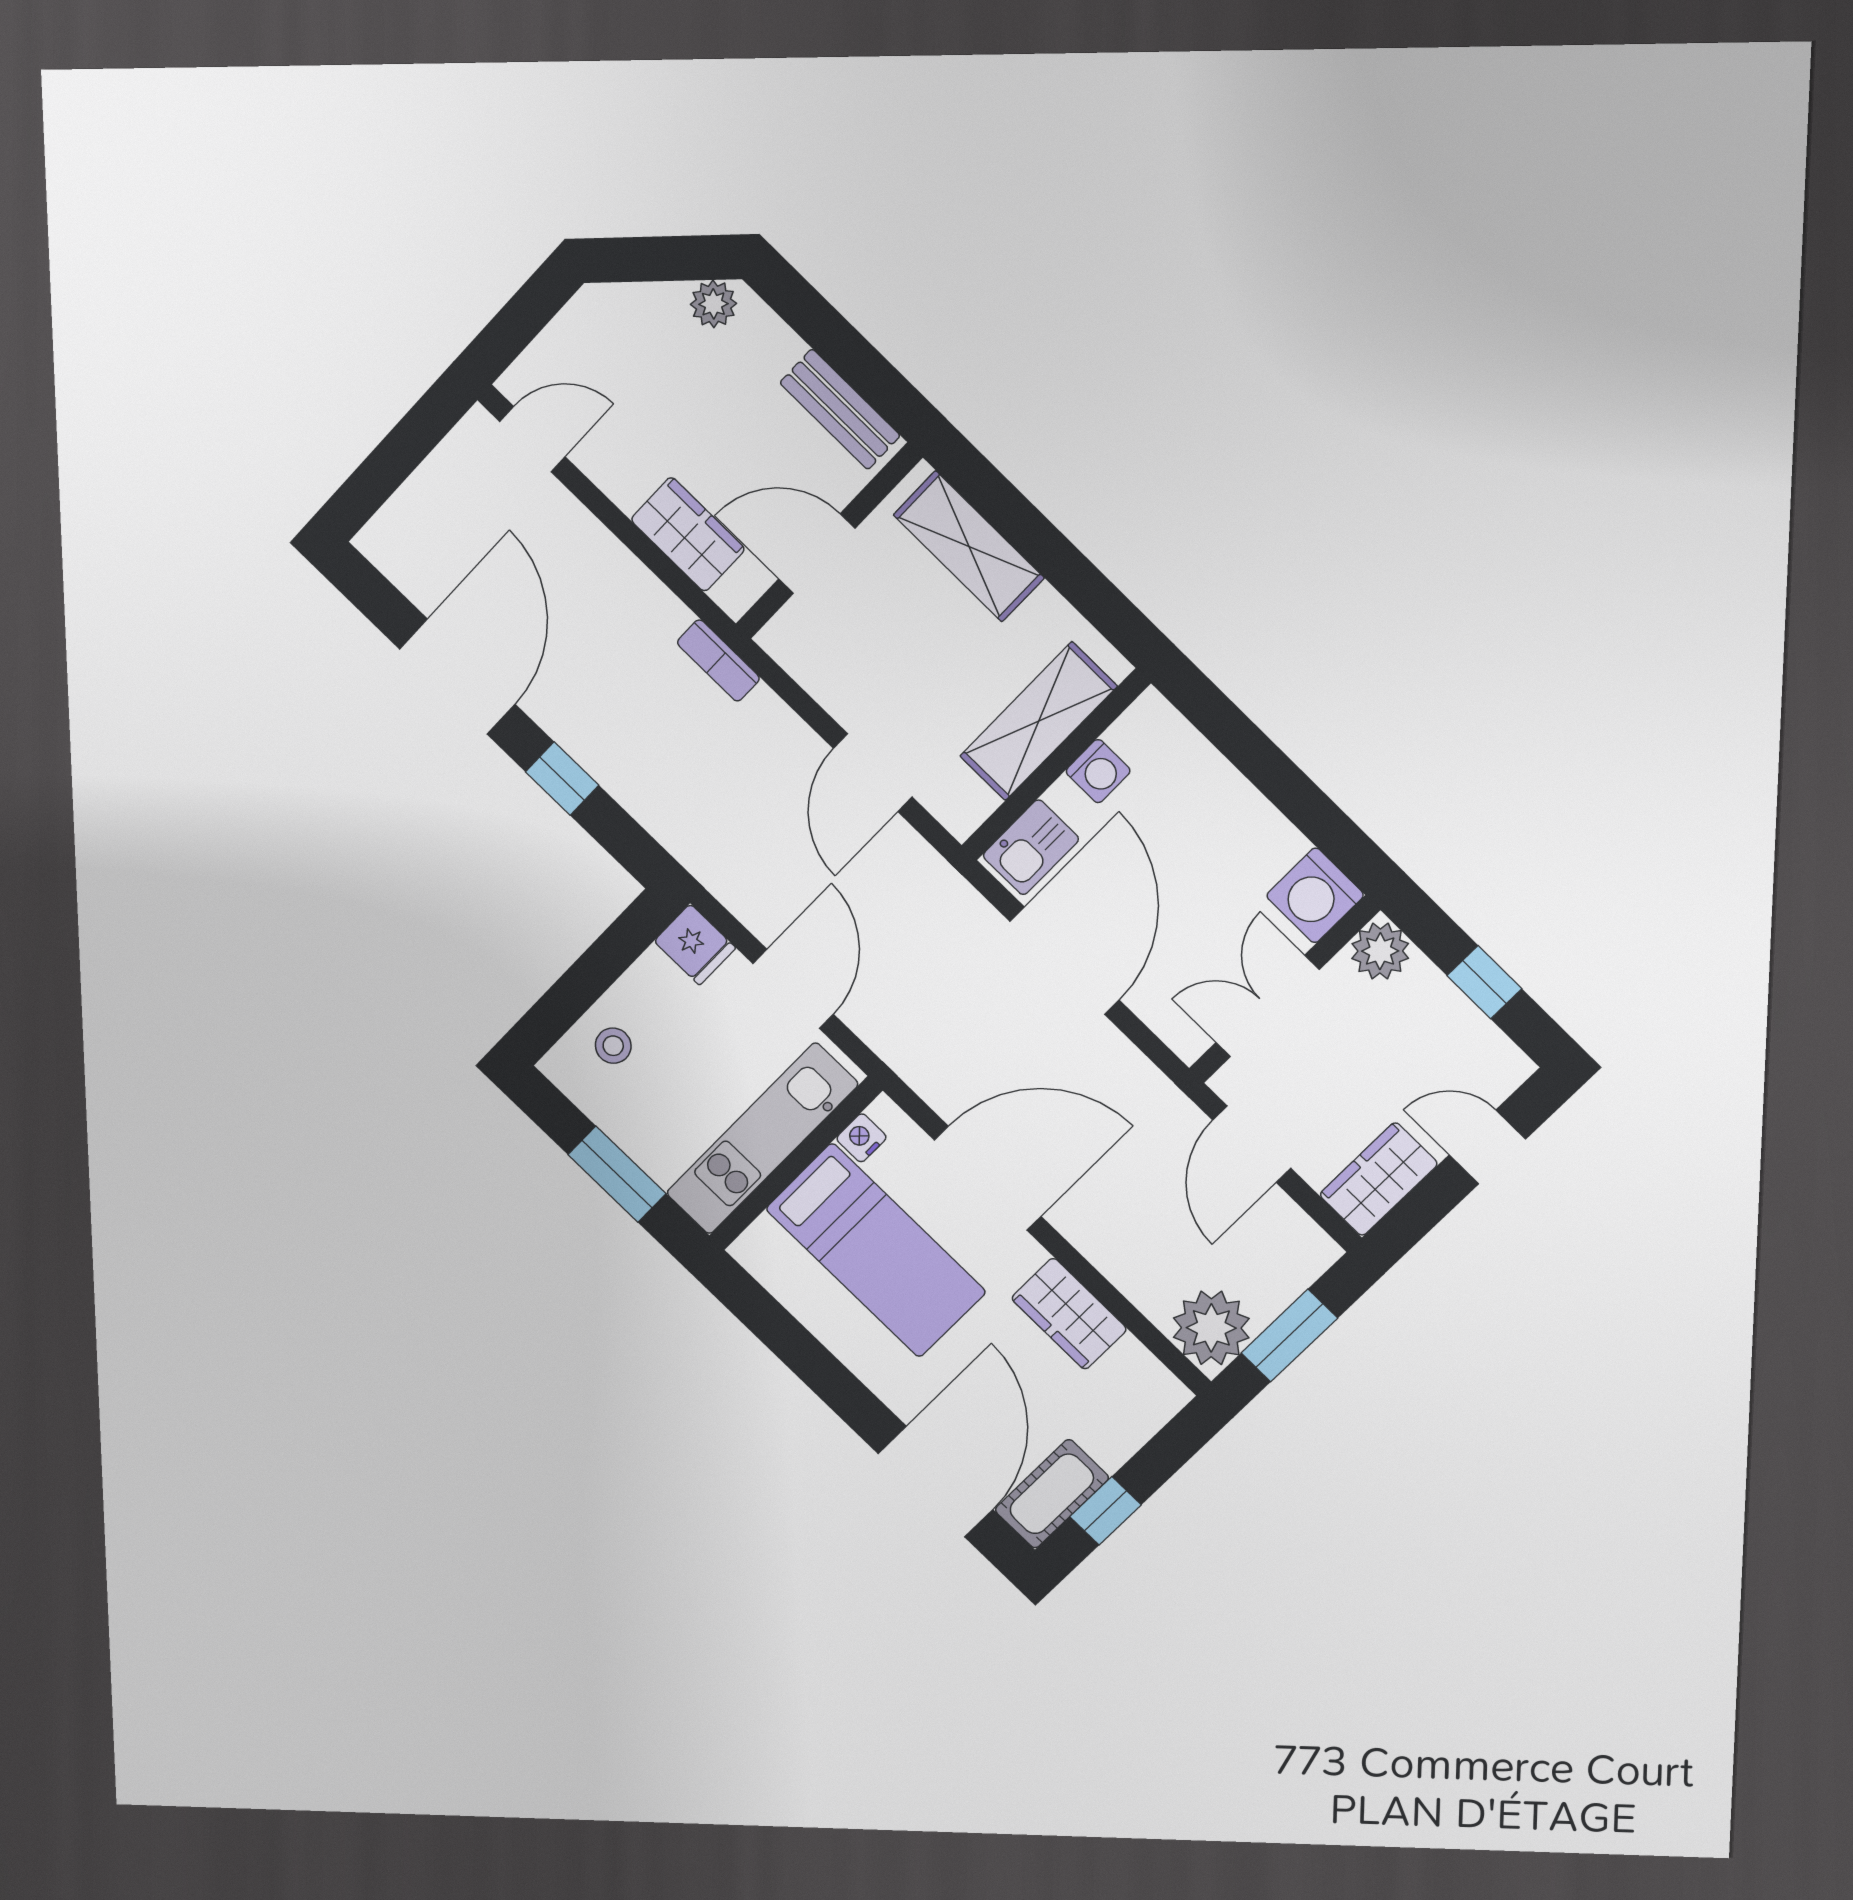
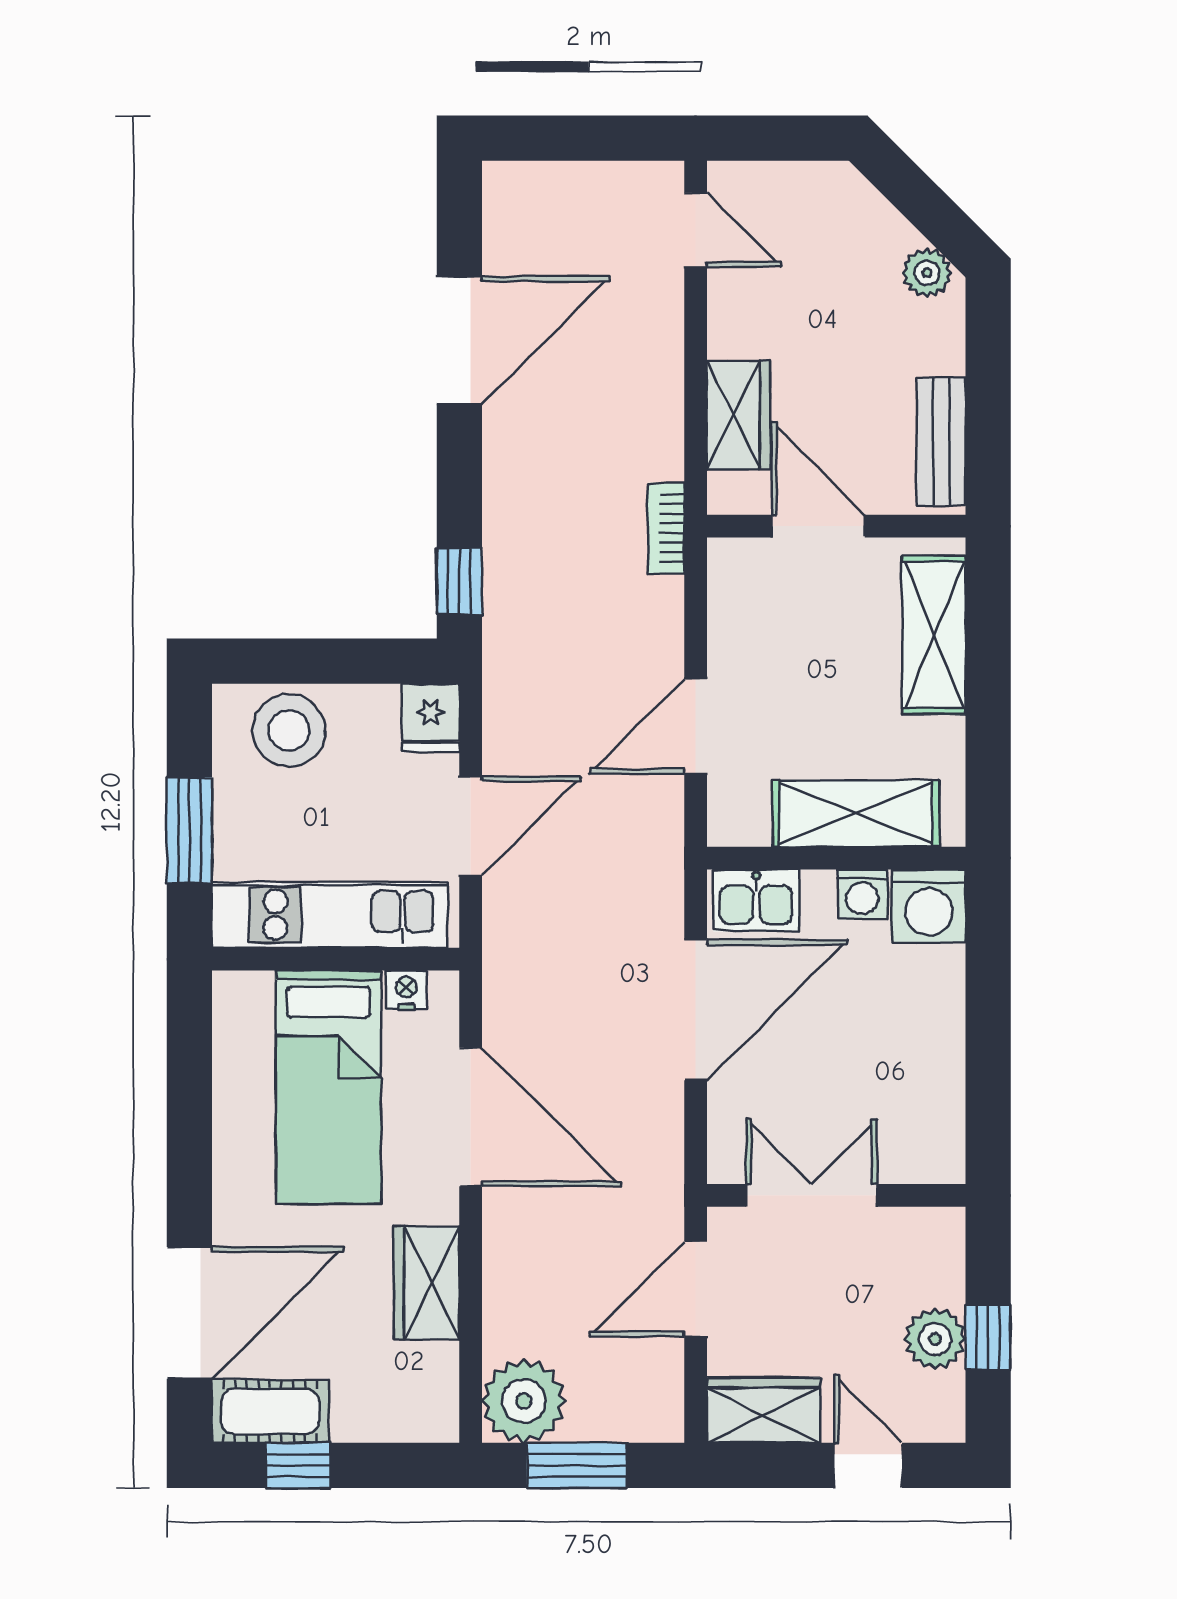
window: (562, 779) -> (459, 581), moved
washing machine: (1315, 895) -> (929, 906), moved, turned -90
plant: (1380, 951) -> (935, 1339), moved
stool: (613, 1046) -> (289, 730), width x1.89, depth x1.89

